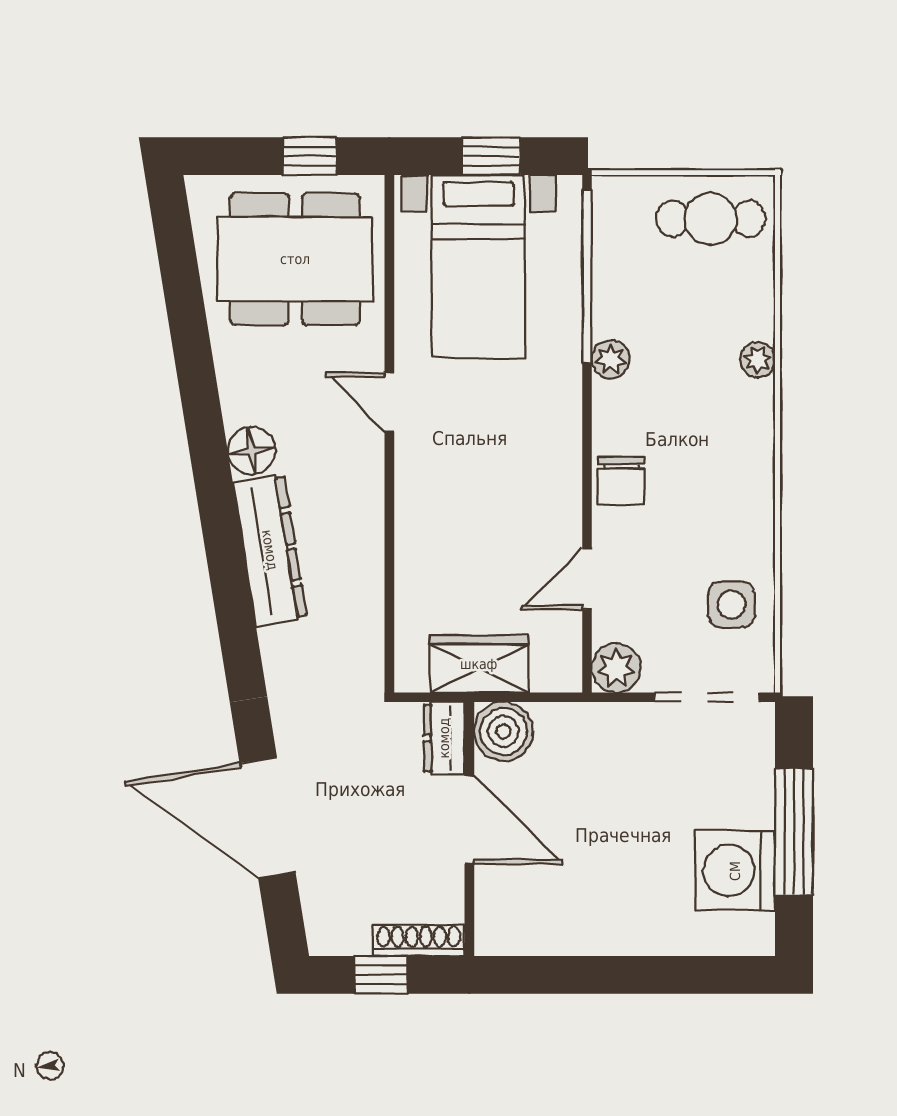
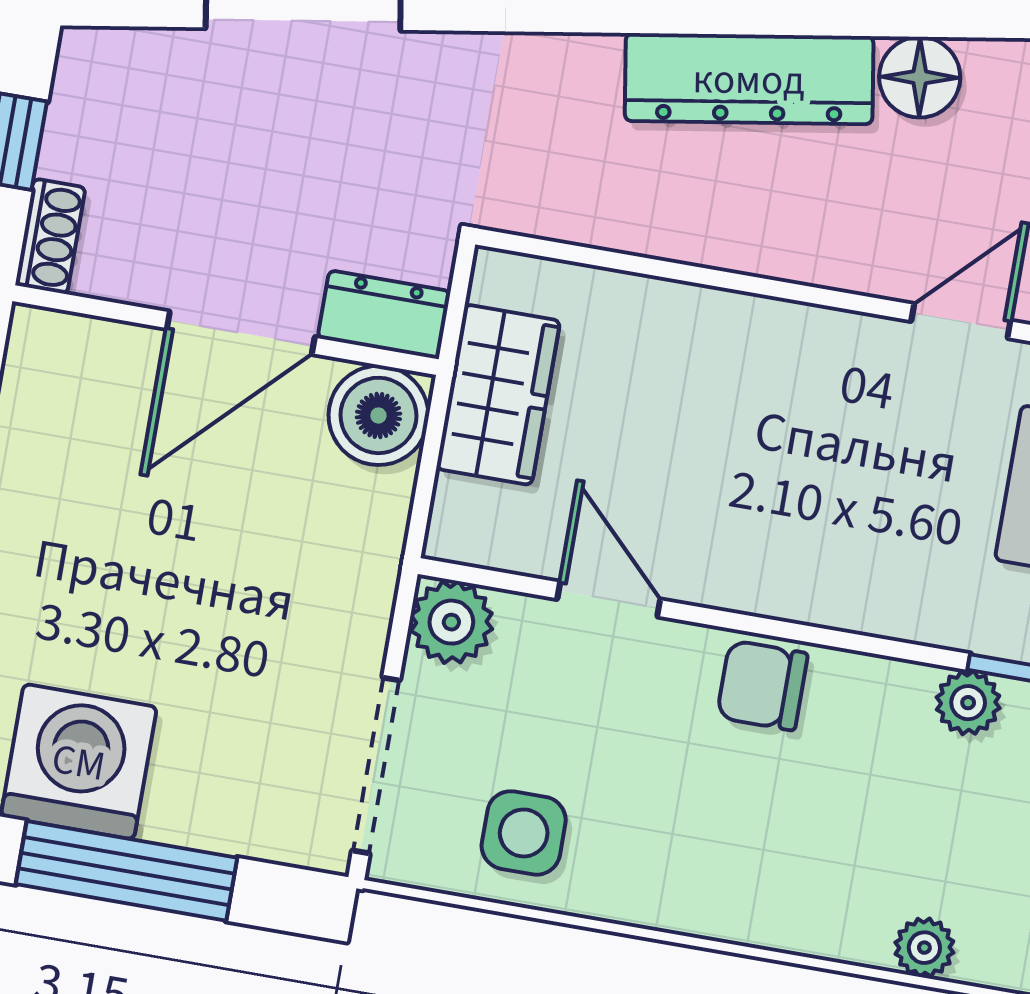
shoe rack: (419, 940) -> (50, 236), width x0.70

